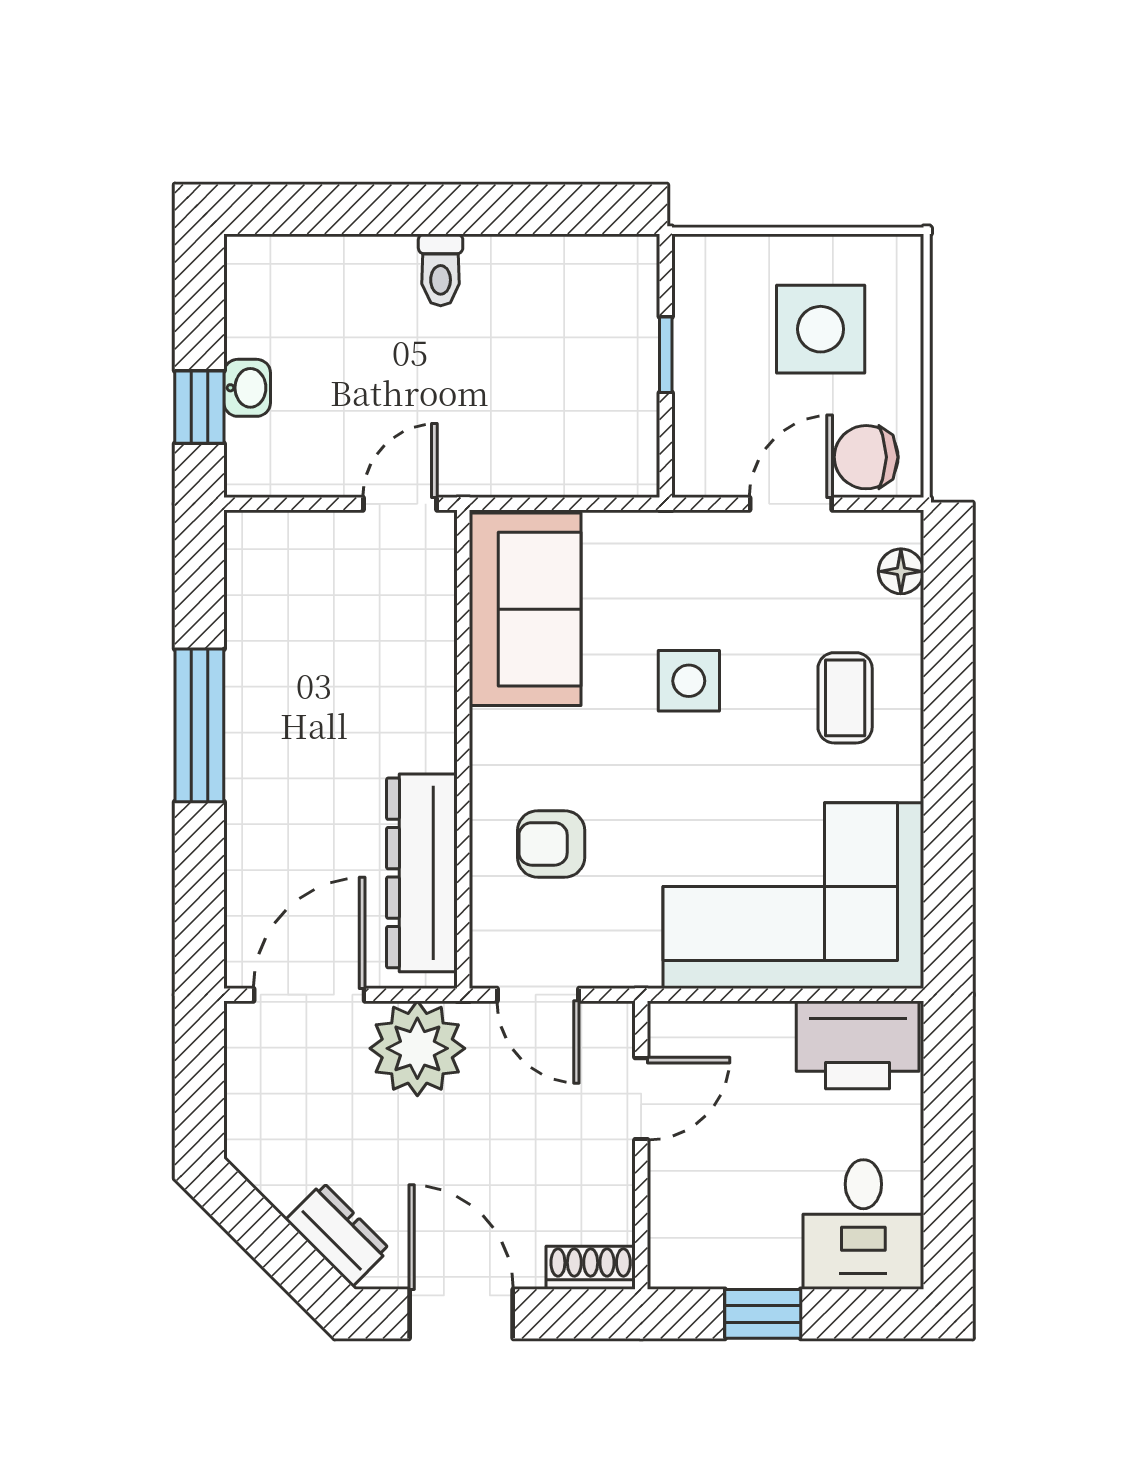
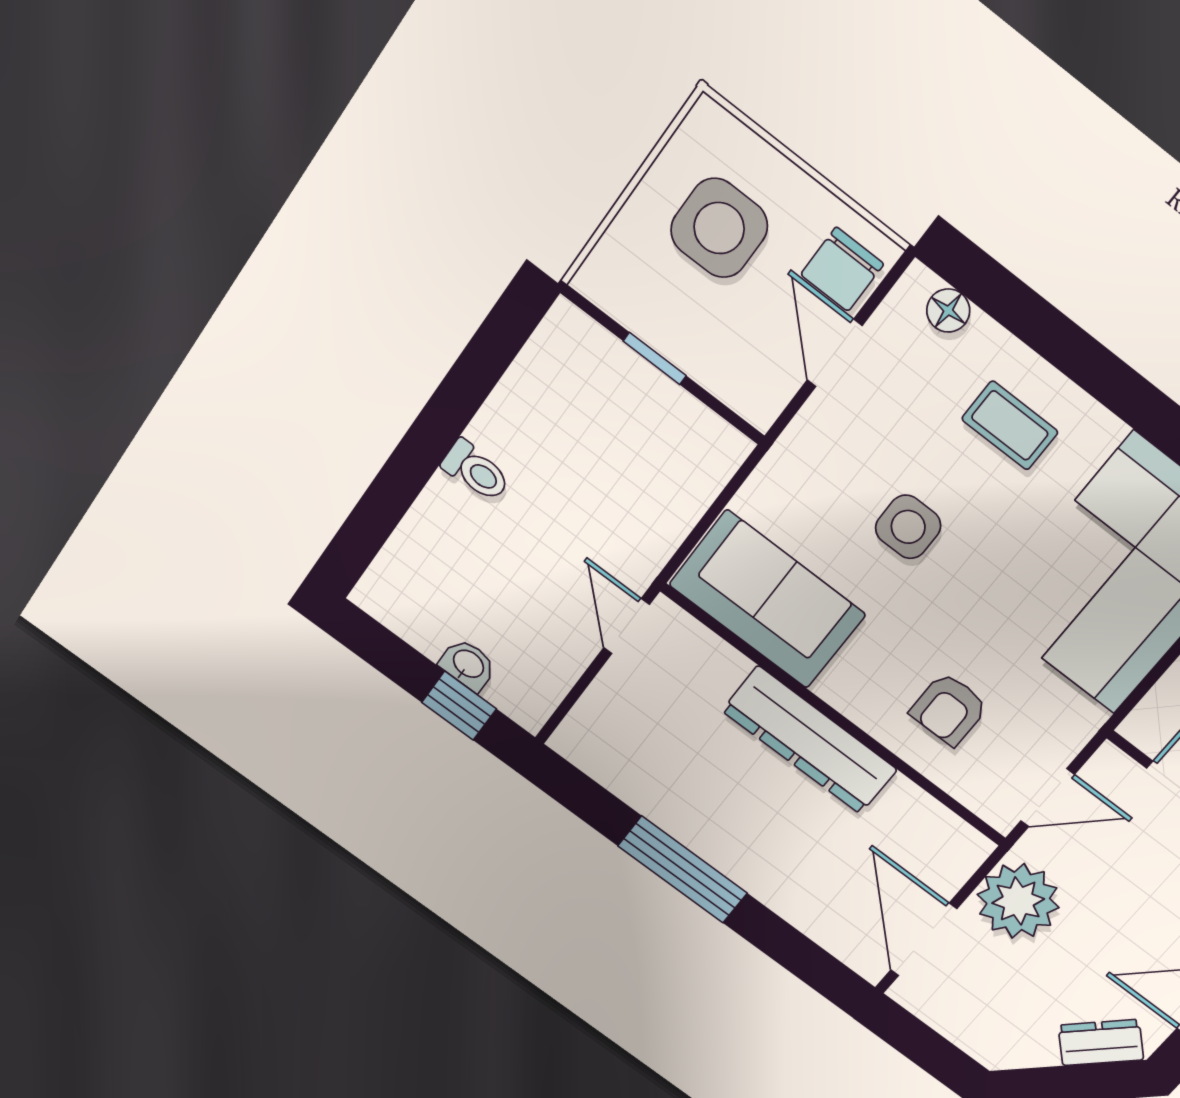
dresser: (422, 873) -> (809, 740), moved

